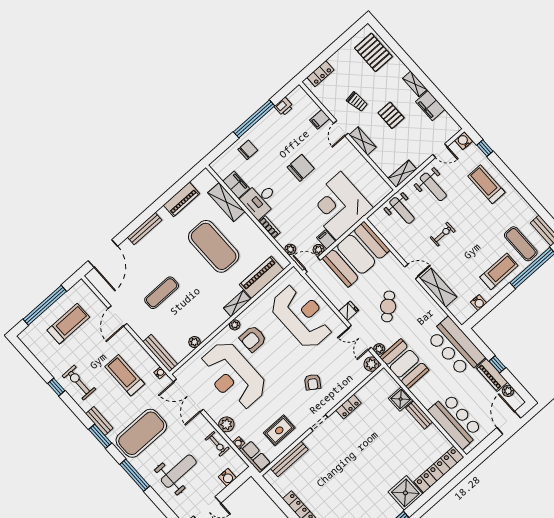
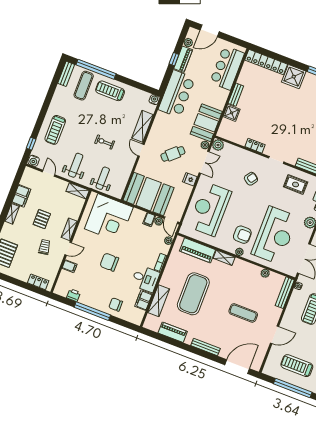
corner desk: (339, 206) -> (109, 218), moved
water cooler: (479, 303) -> (154, 100), moved

